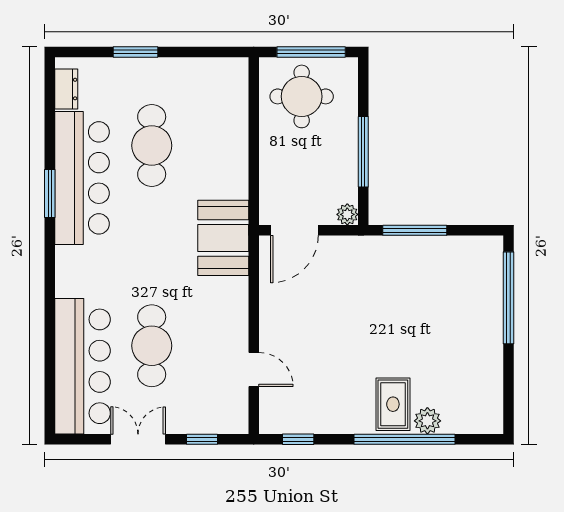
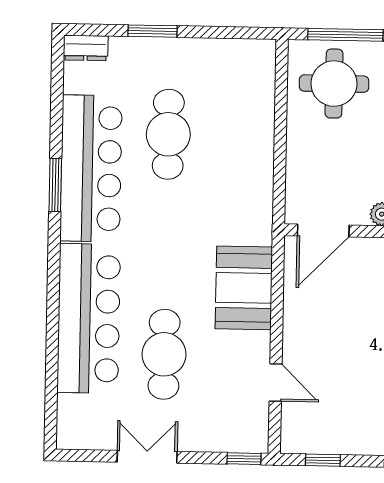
dresser: (66, 89) -> (86, 48), moved, turned 90
booth: (223, 238) -> (244, 288), moved
bar counter: (83, 366) -> (89, 318), moved
window: (202, 439) -> (244, 459), moved

